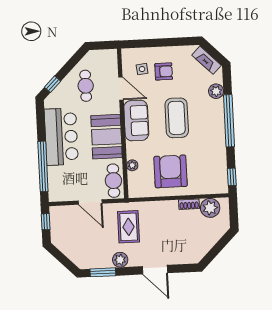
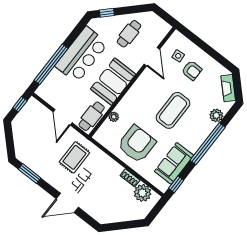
sofa: (136, 121) -> (174, 163), moved, turned 180
plant: (120, 260) -> (49, 175), removed
door: (155, 270) -> (67, 203), hinge flipped

